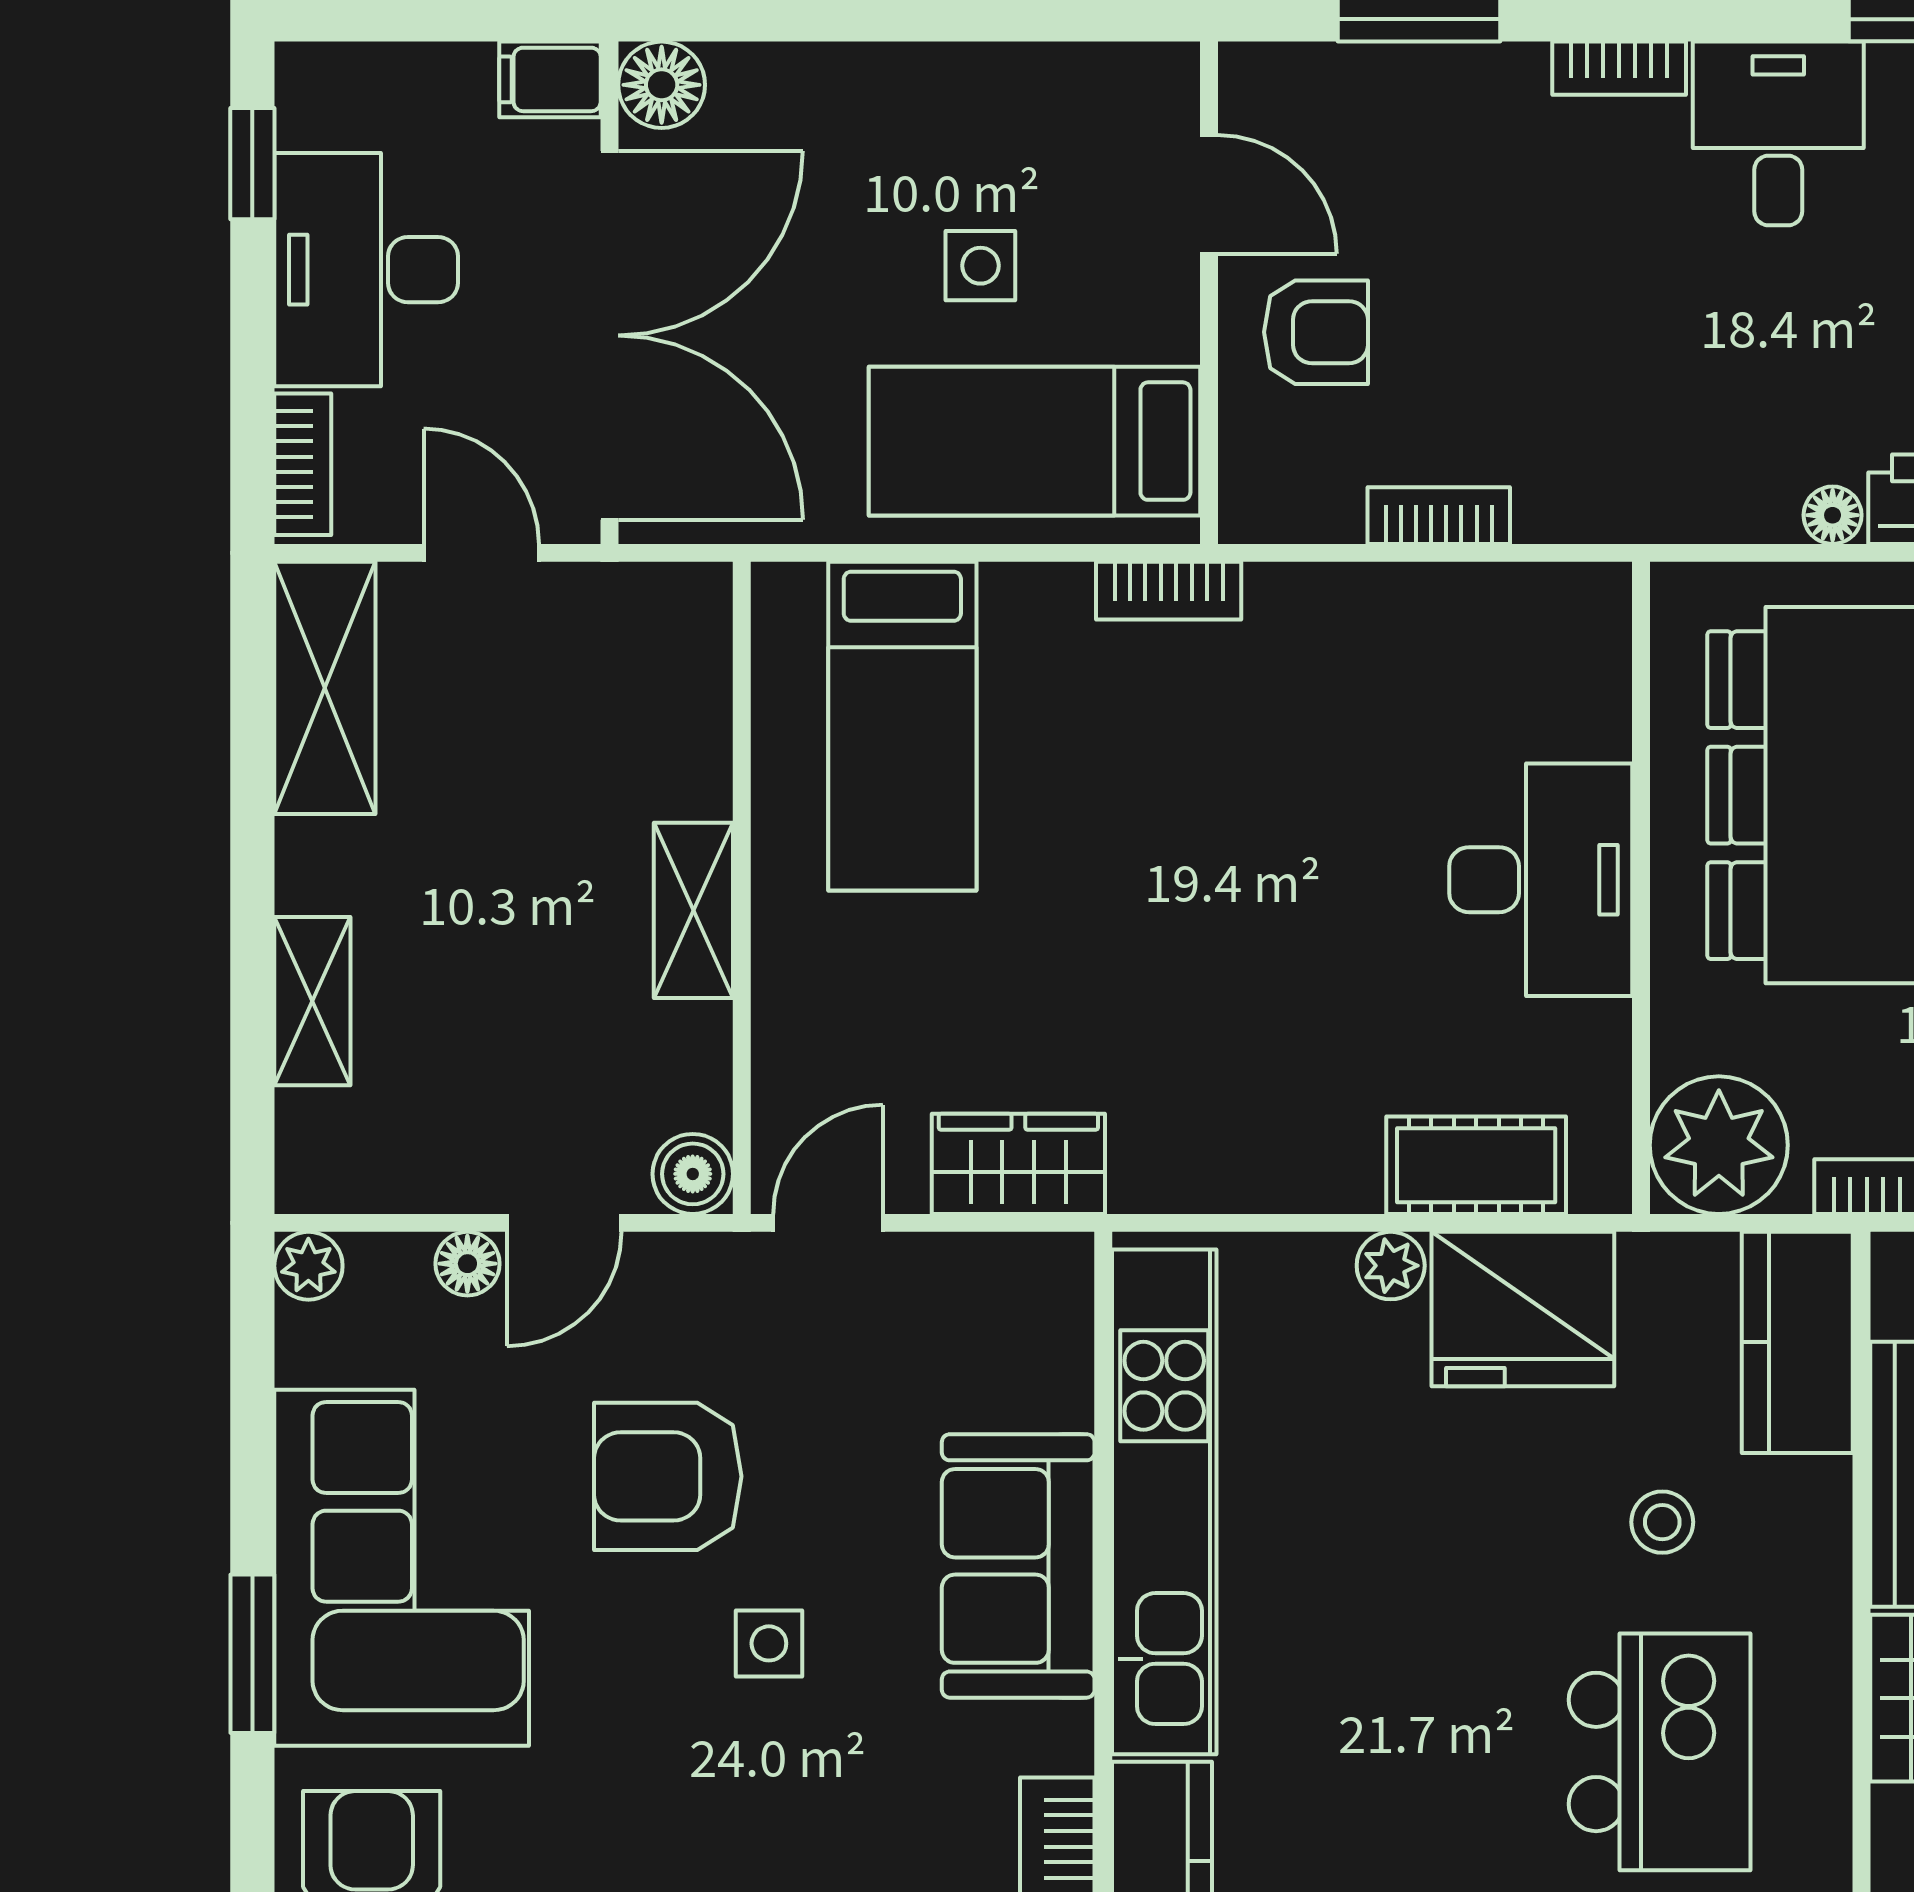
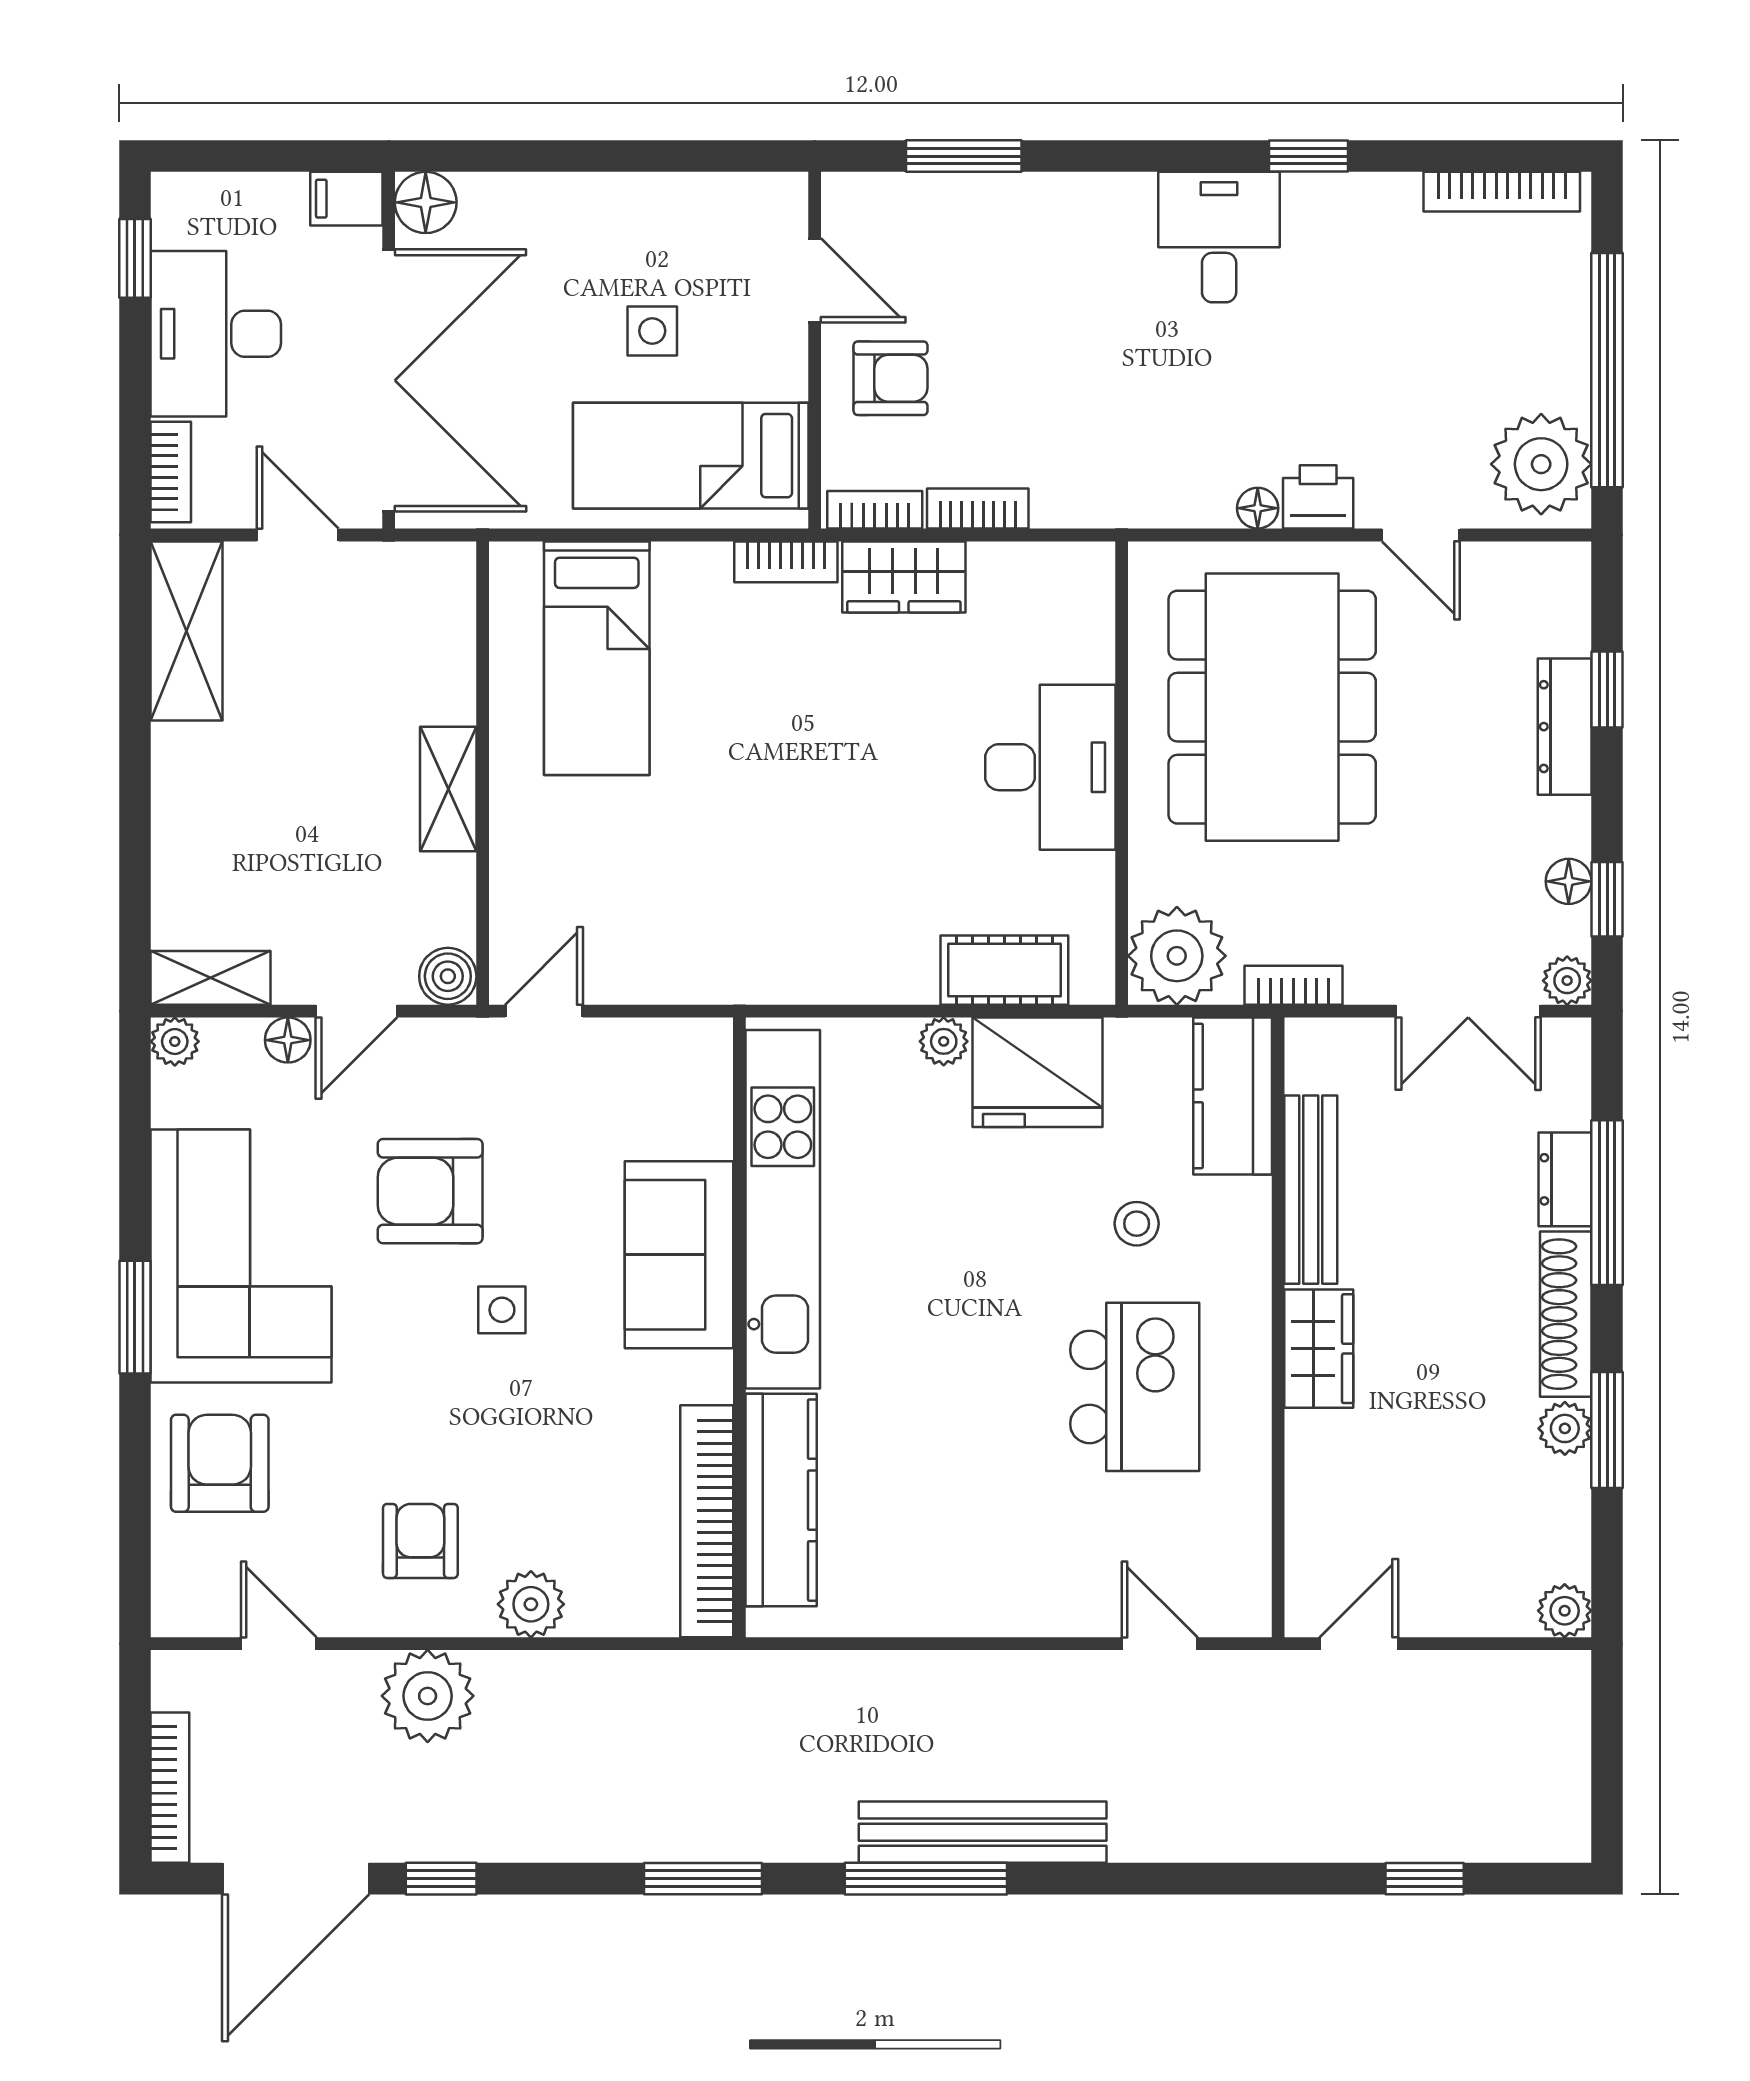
bookcase: (1619, 68) -> (875, 510), moved, turned 180
shelving: (312, 1001) -> (210, 978), moved, turned 90
wardrobe: (1018, 1164) -> (904, 577), moved, turned 180

